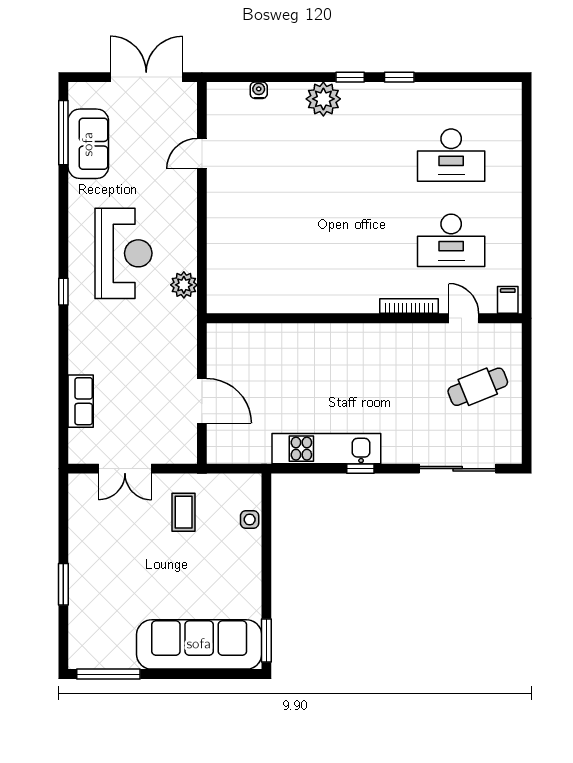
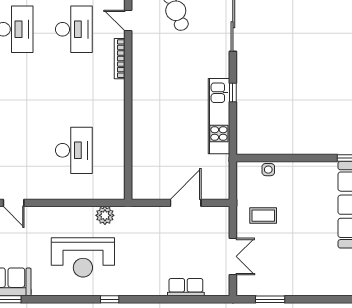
desk: (277, 240) -> (74, 150), added
reception desk: (123, 253) -> (83, 257), turned 180
door: (464, 318) -> (128, 20), hinge flipped
window: (63, 584) -> (270, 299), moved

